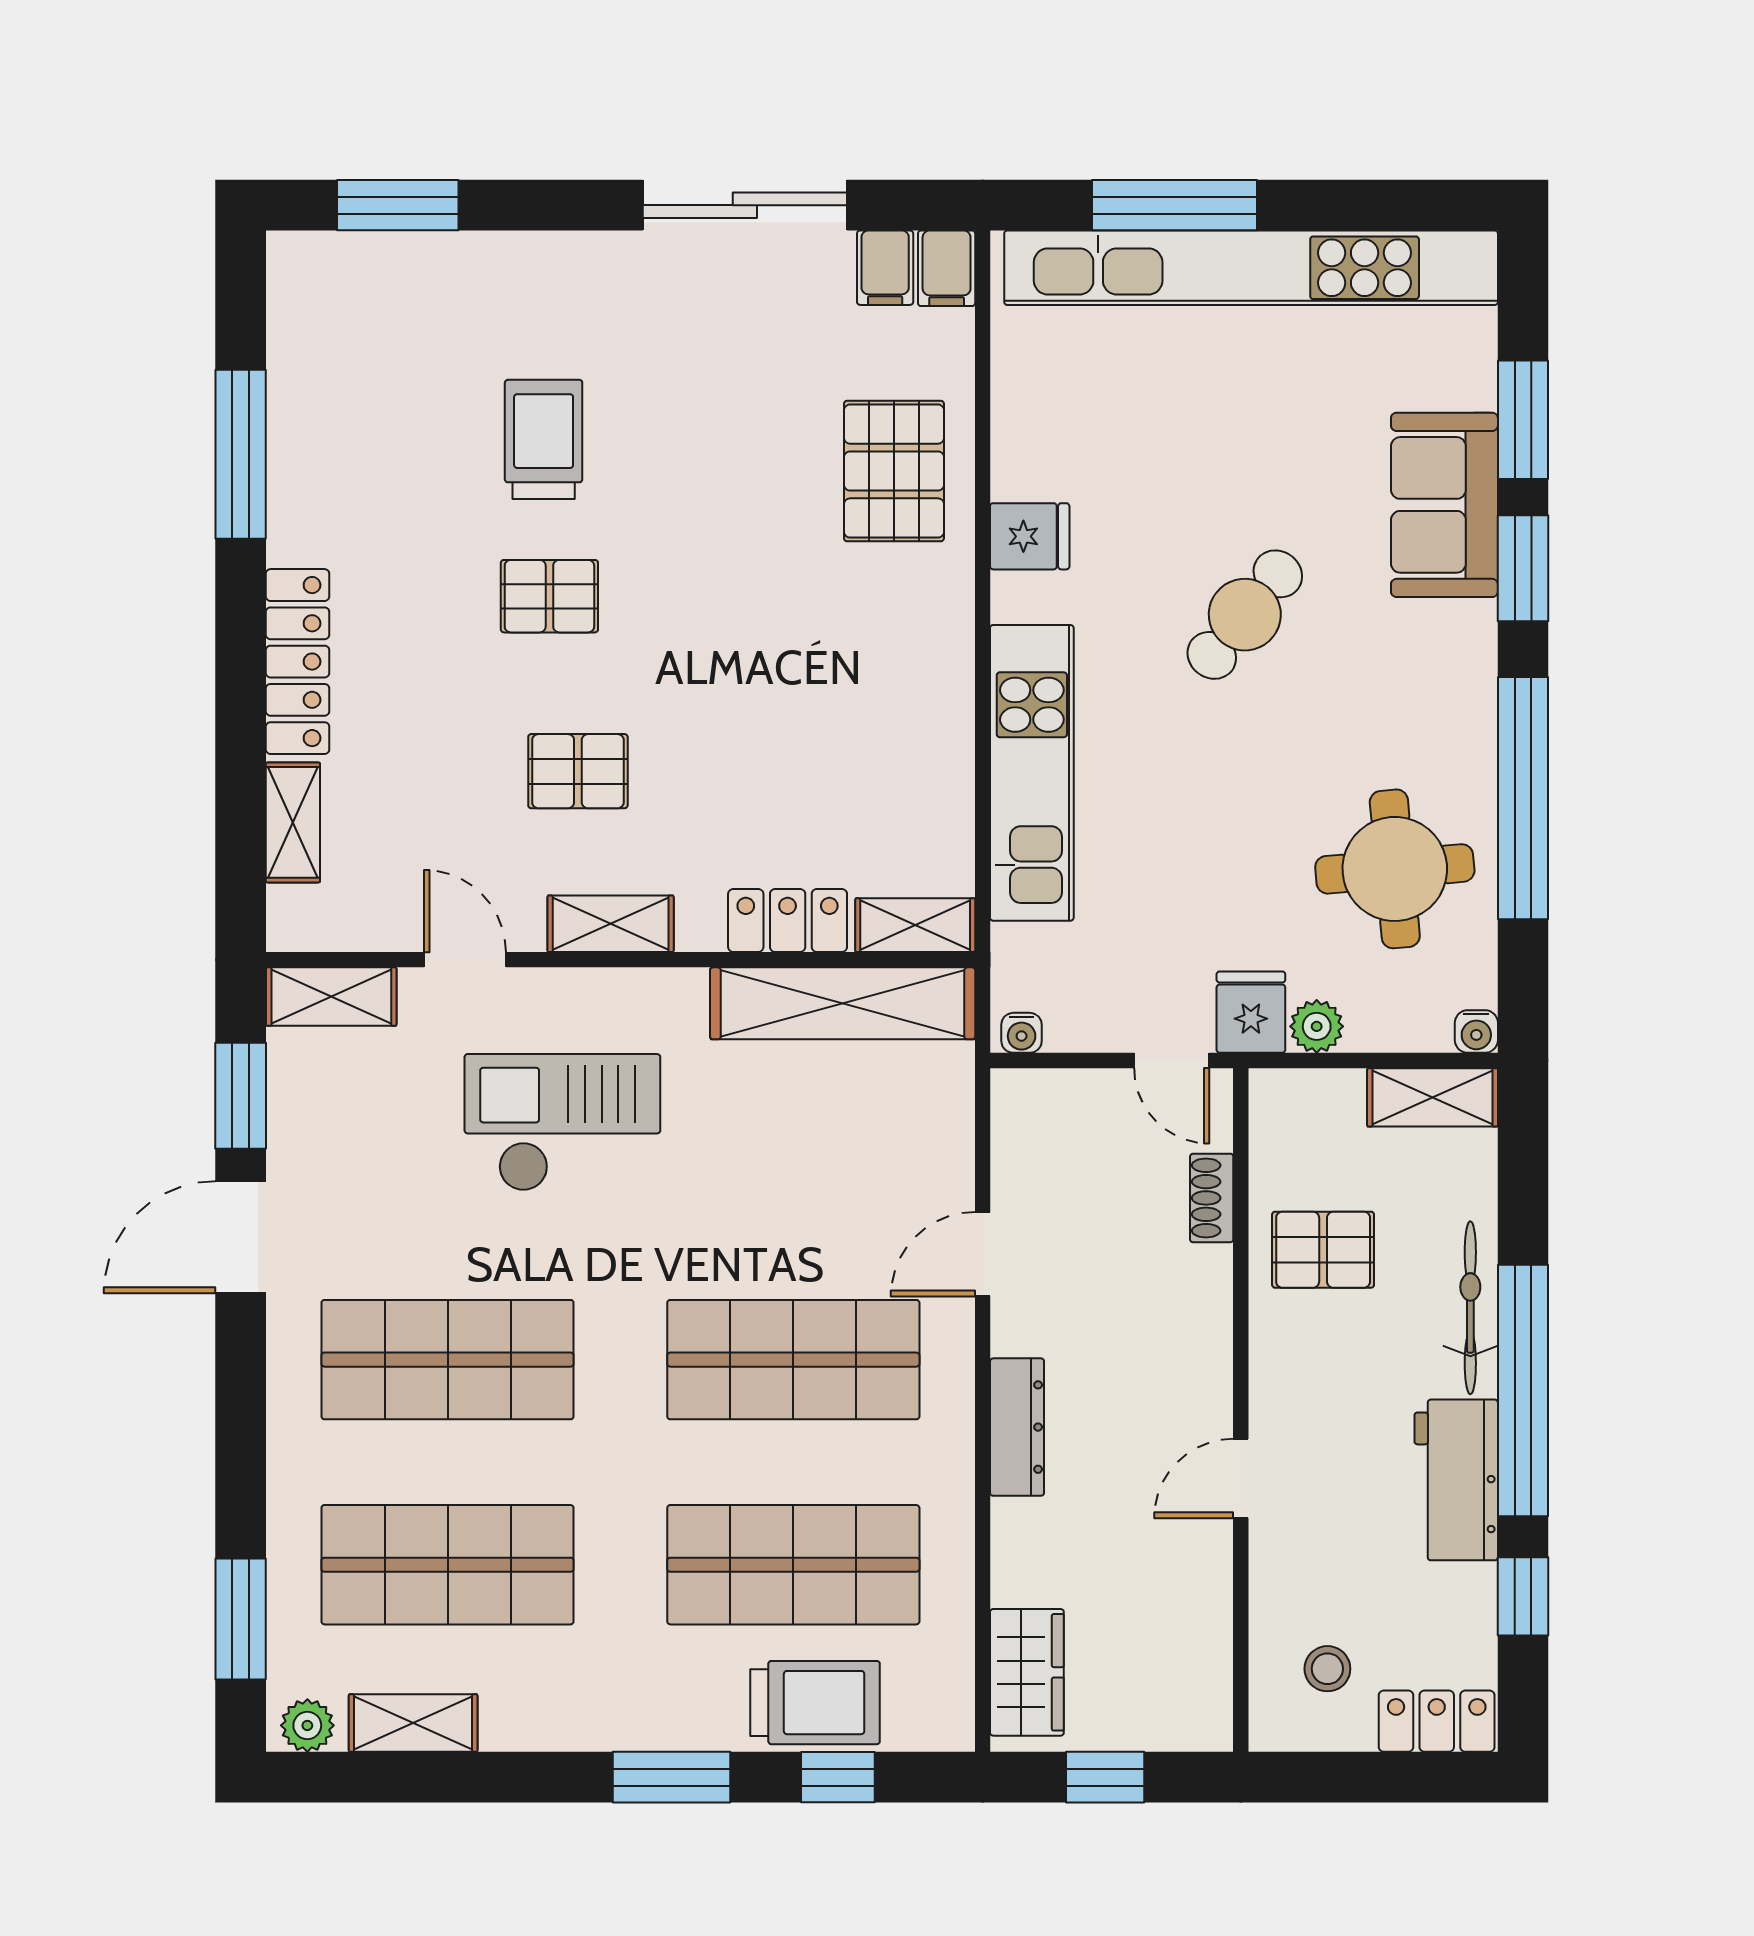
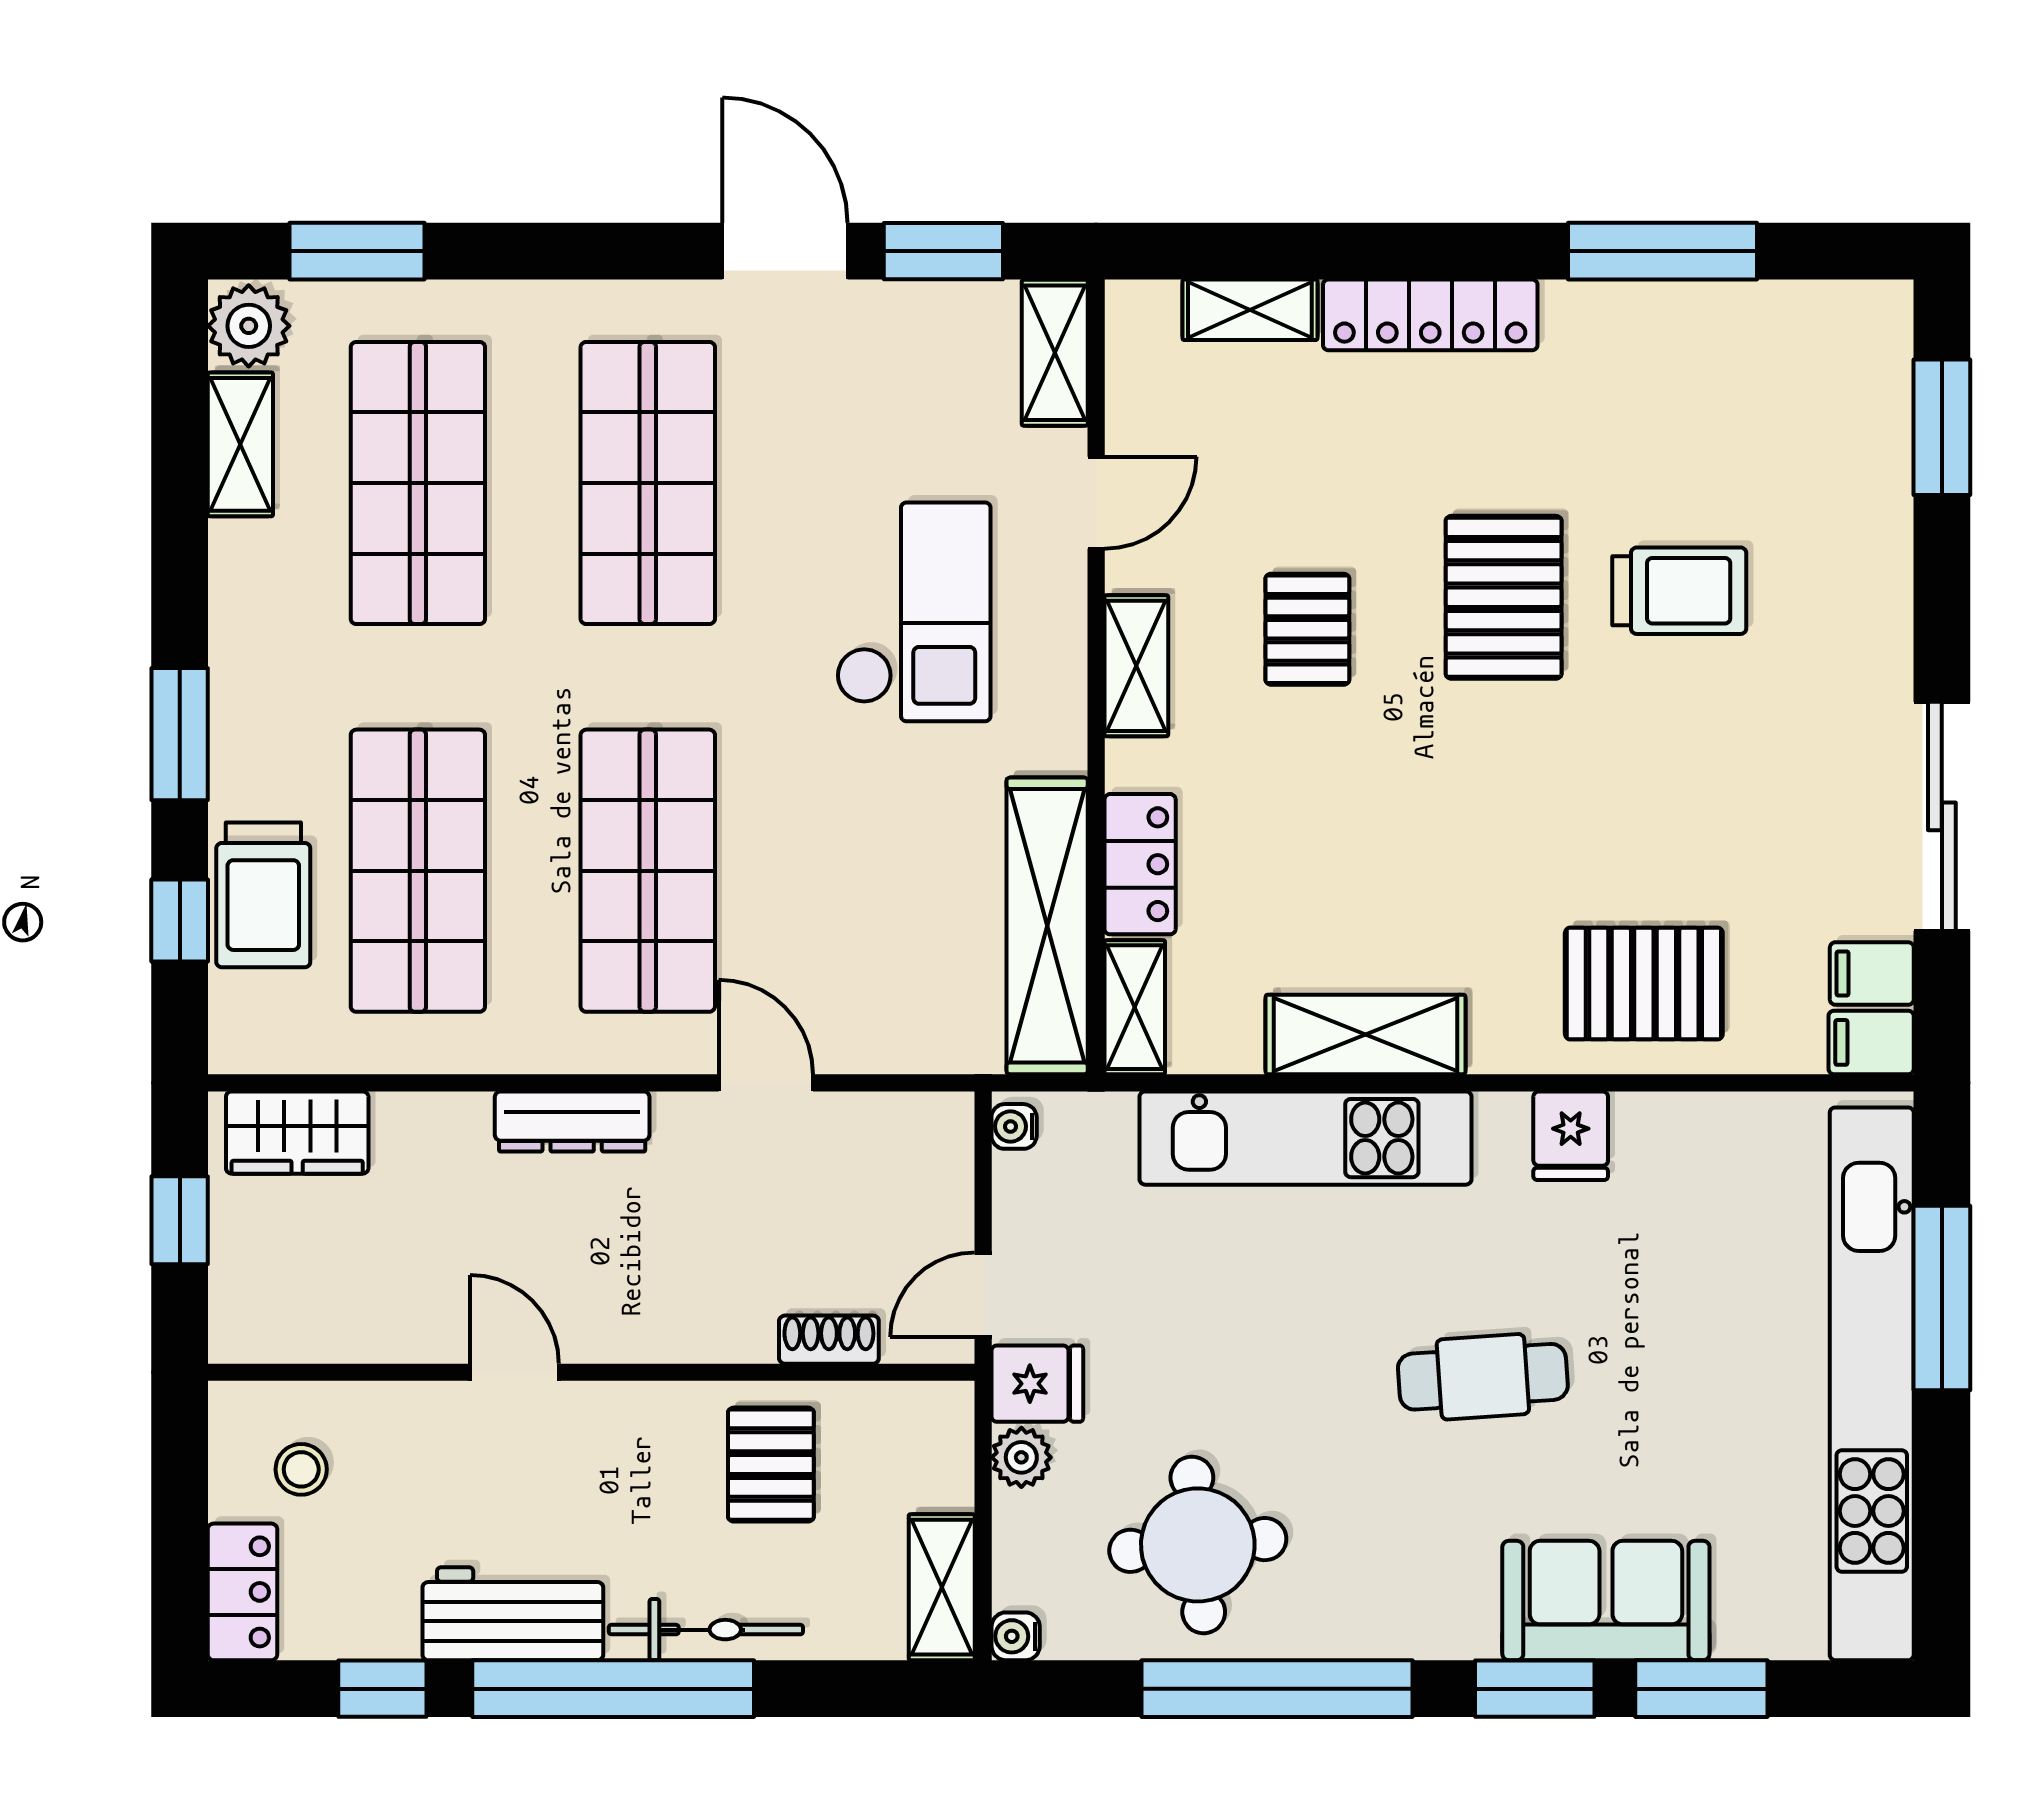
pallet: (549, 596) -> (1504, 597), width x1.50, depth x1.42
cafe table: (1245, 615) -> (1483, 1377), turned -43
shelving: (939, 719) -> (1366, 1034), added
plant: (307, 1725) -> (249, 326), width x1.38, depth x1.38

